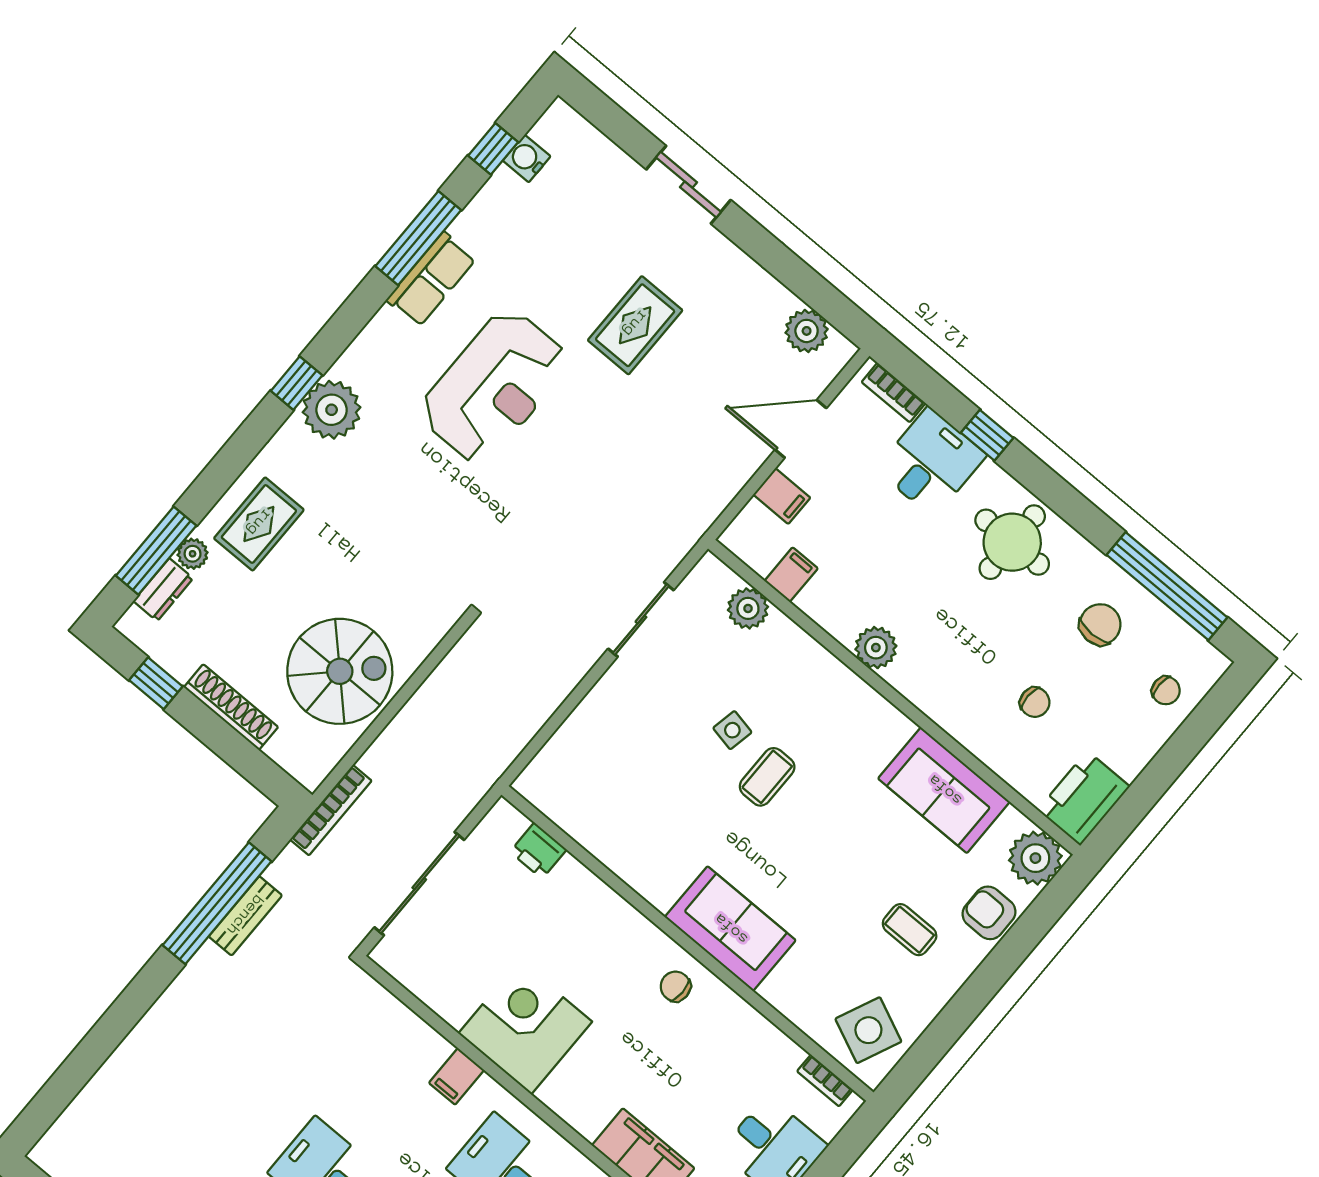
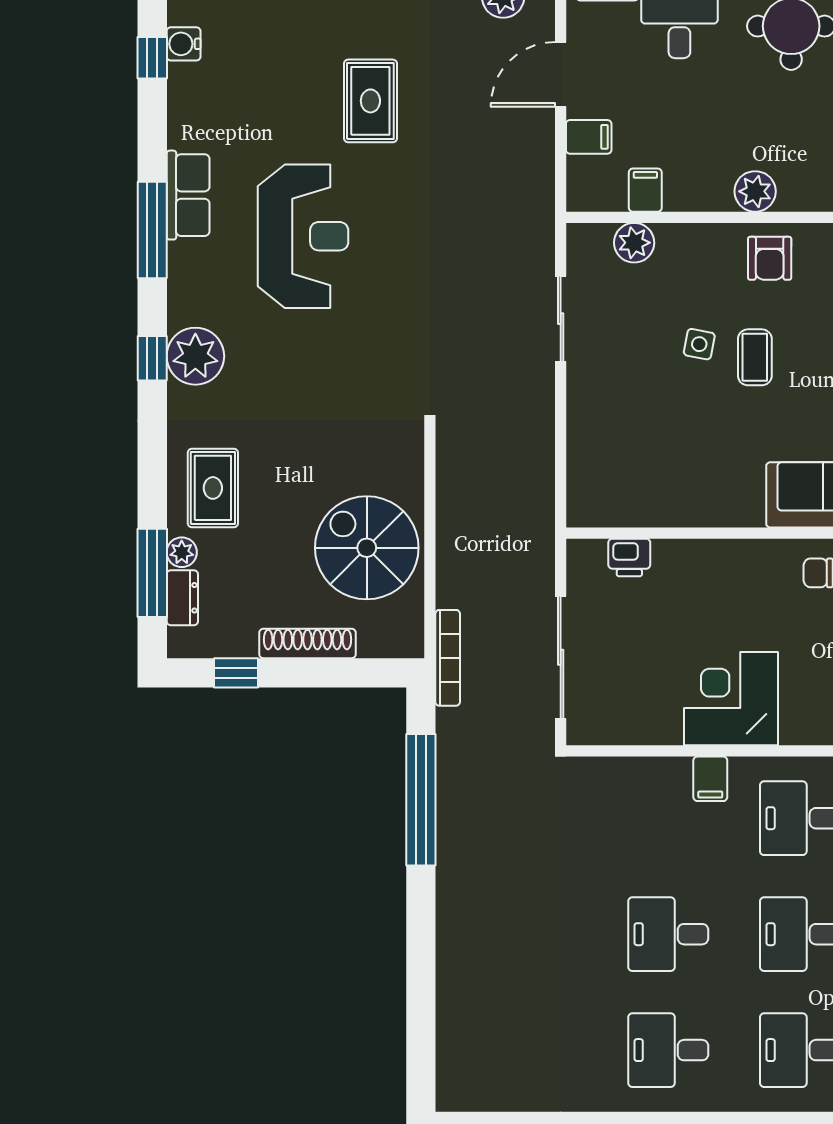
window: (418, 238) -> (152, 230), moved
spiral stairs: (340, 671) -> (367, 548), turned -90
armchair: (843, 709) -> (770, 258), added
bench: (245, 916) -> (450, 791), removed

